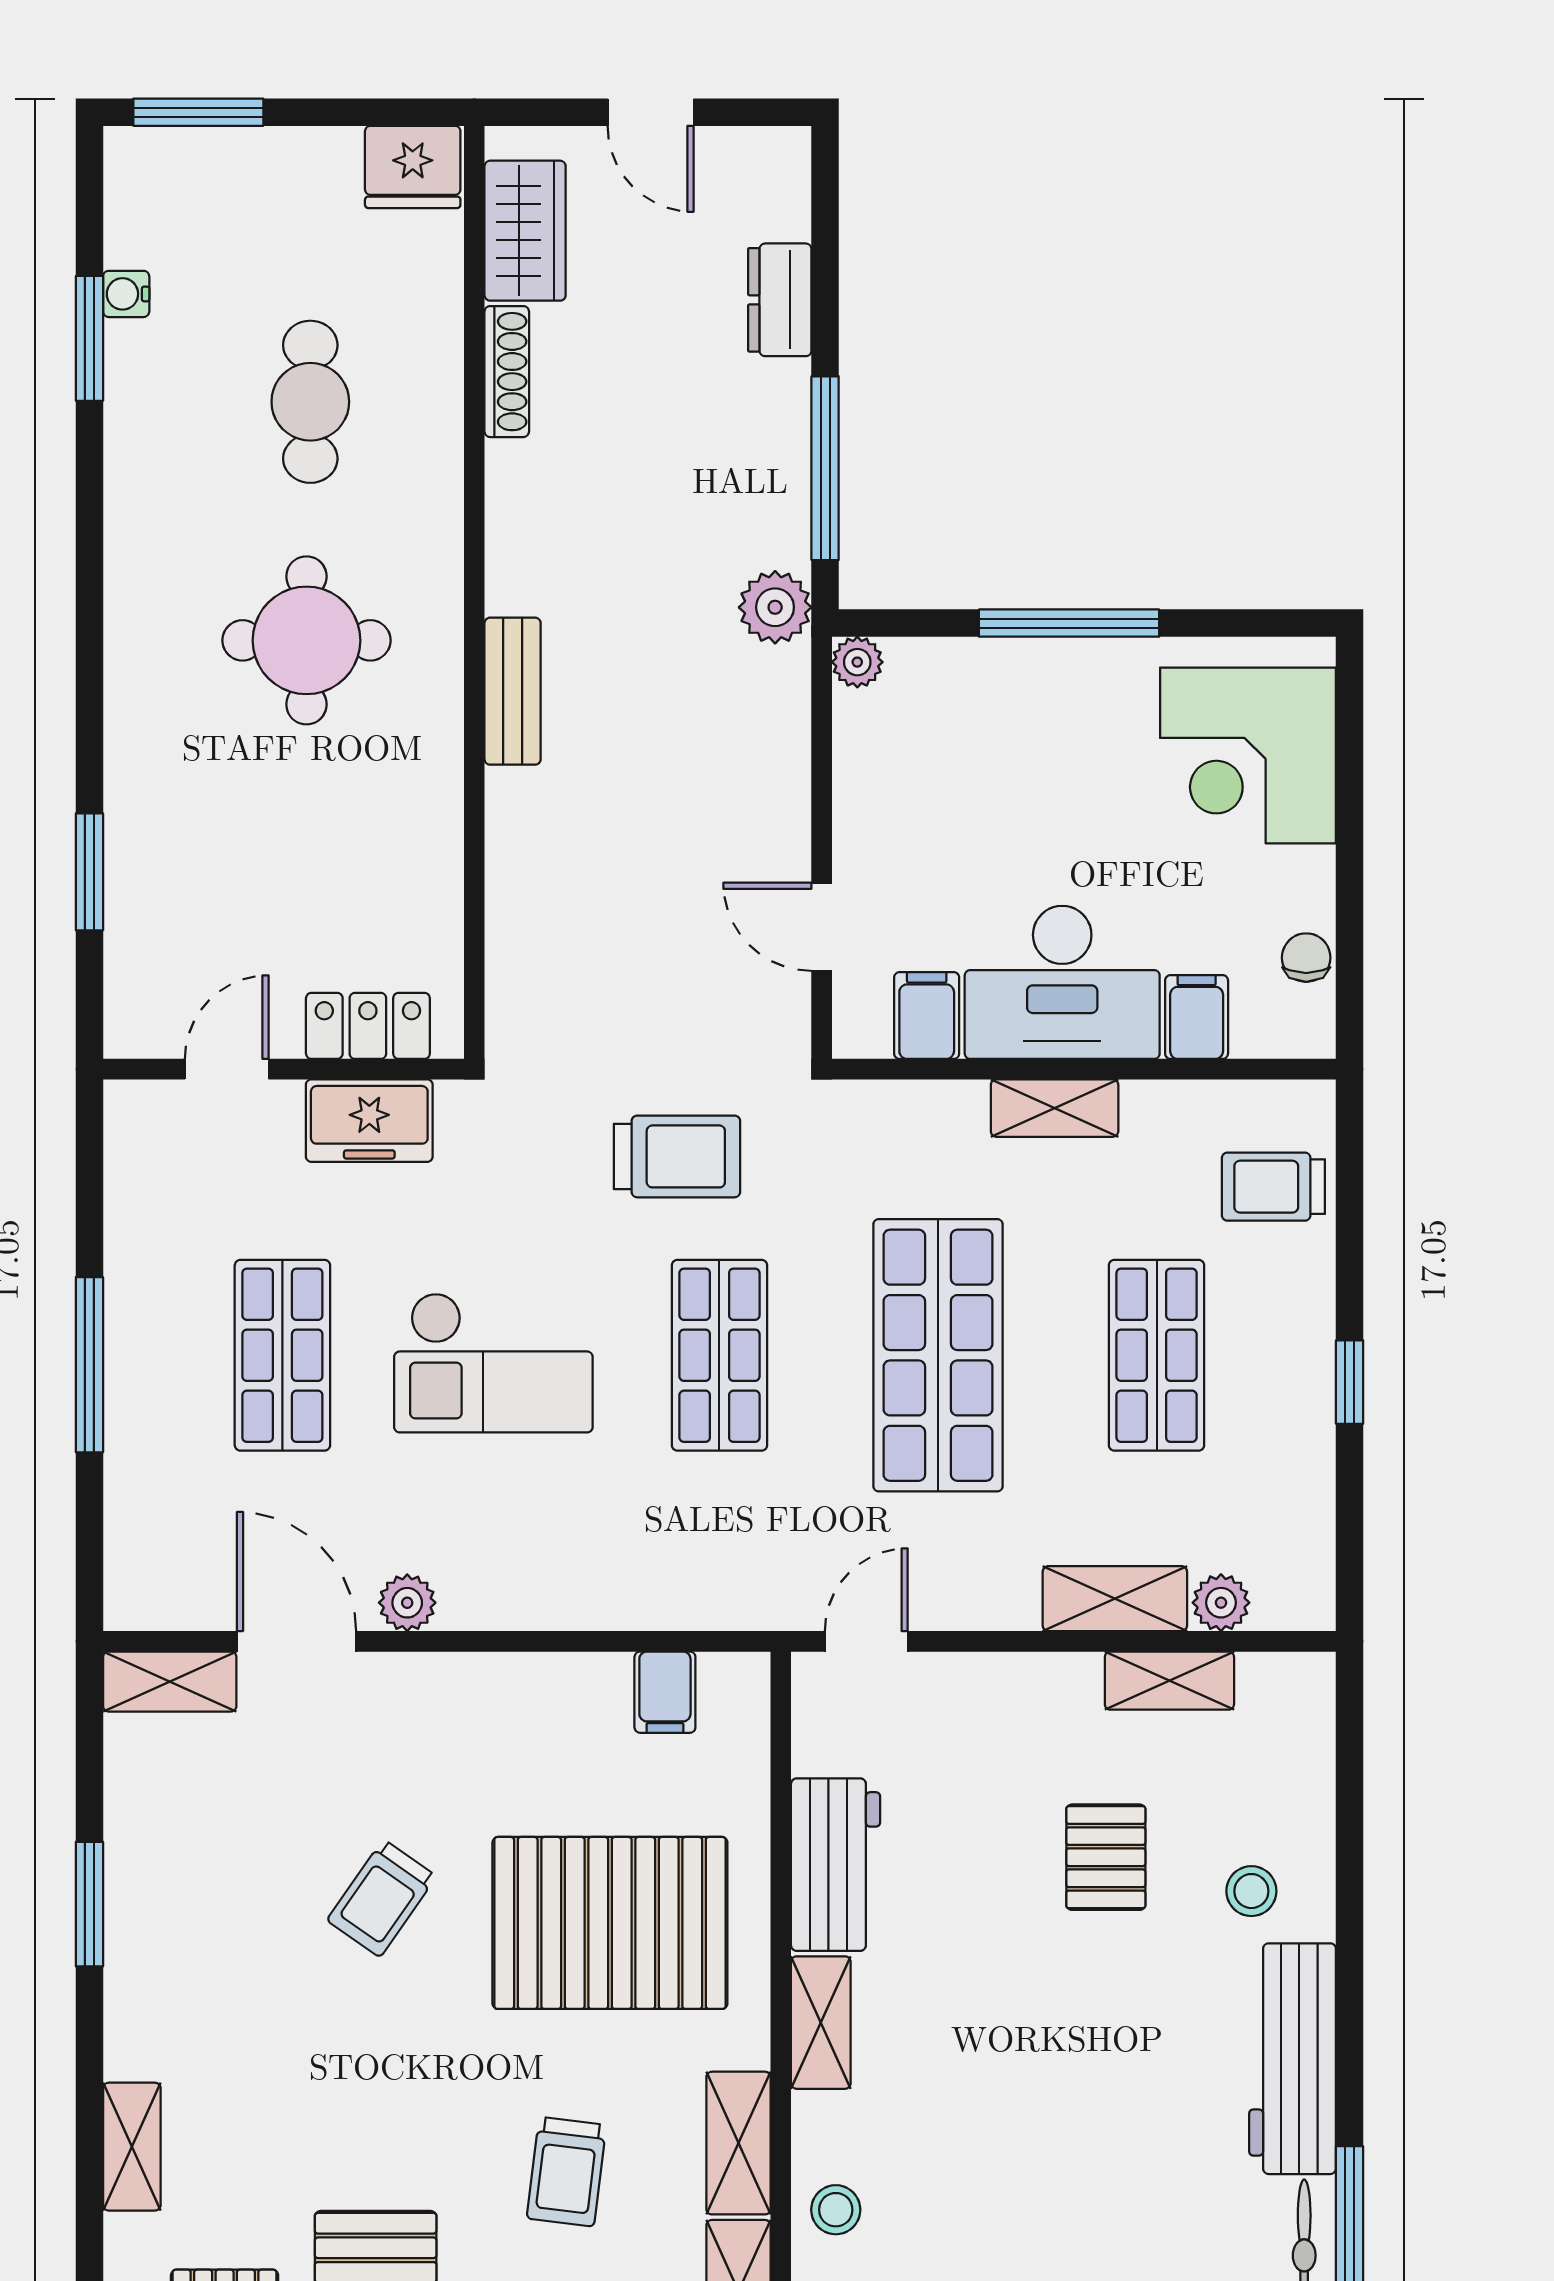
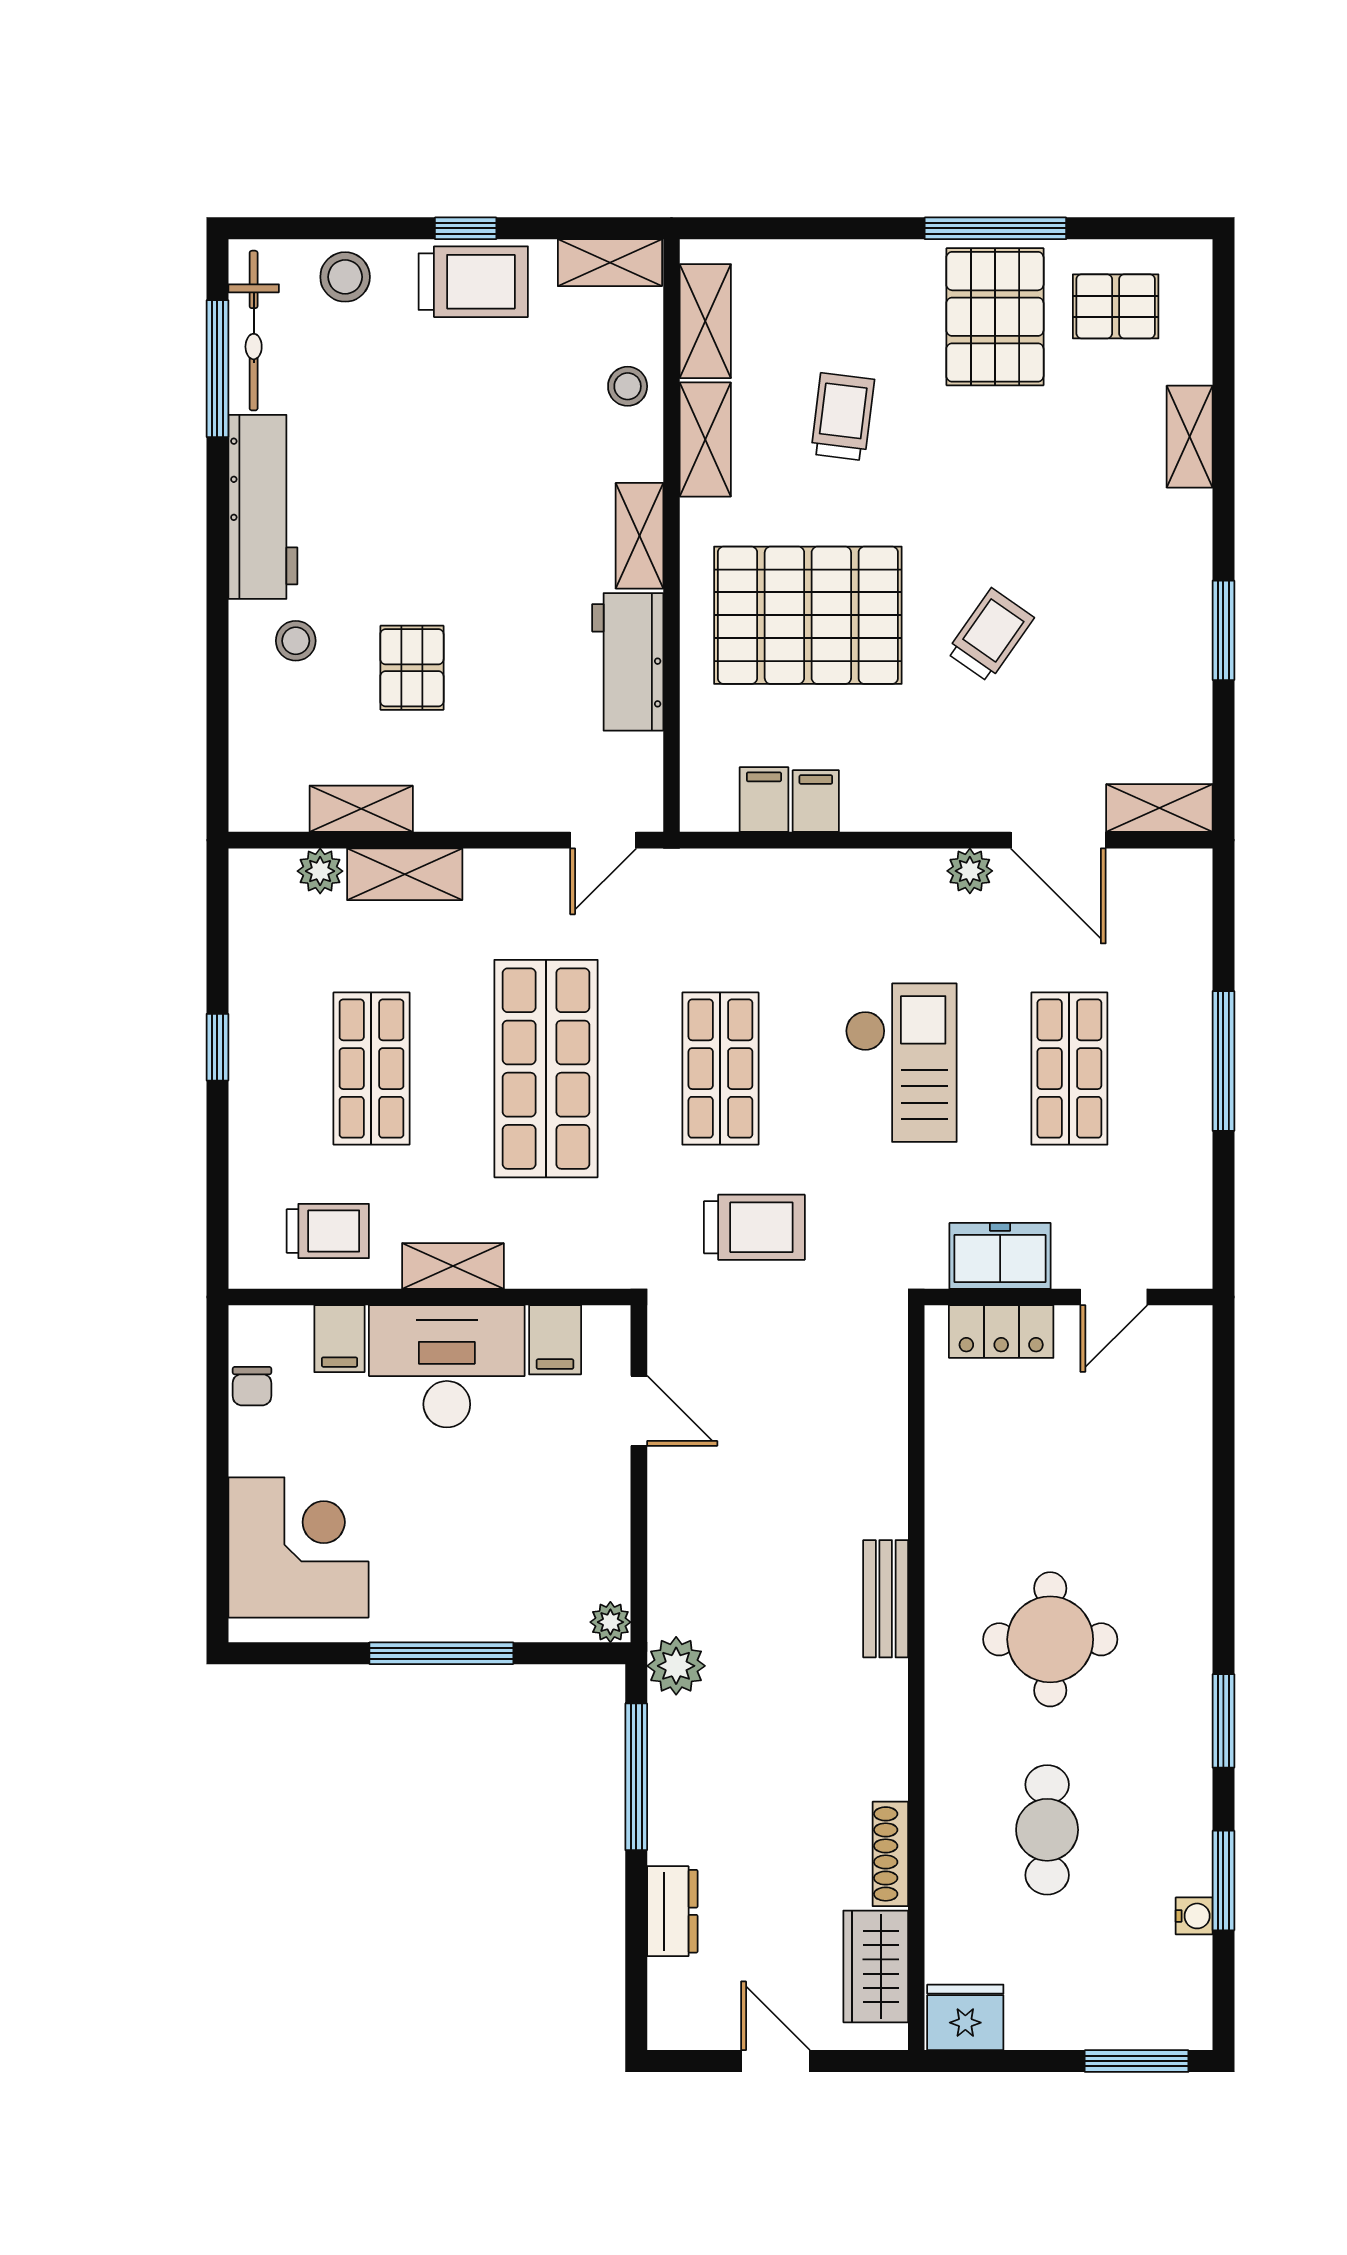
window: (89, 872) -> (1223, 1721), moved
trolley: (677, 1156) -> (754, 1227), turned 180
trolley: (1273, 1187) -> (328, 1231), moved
checkout: (493, 1363) -> (901, 1063), turned 90
filing cabinet: (600, 1690) -> (816, 801), added

